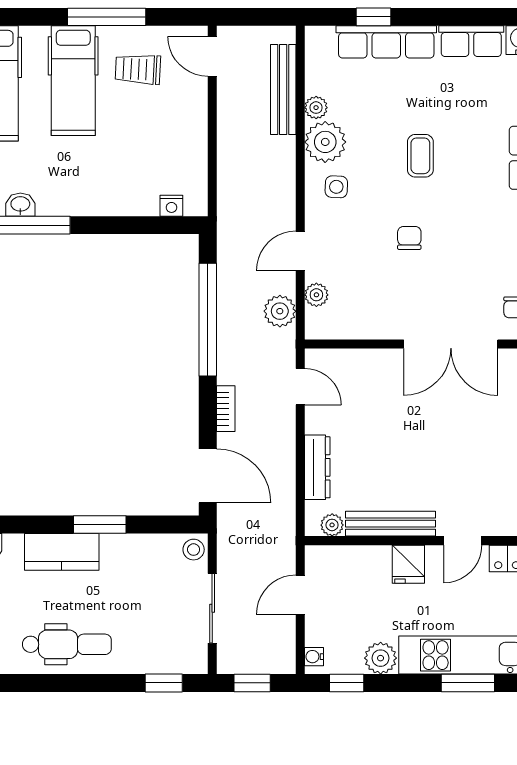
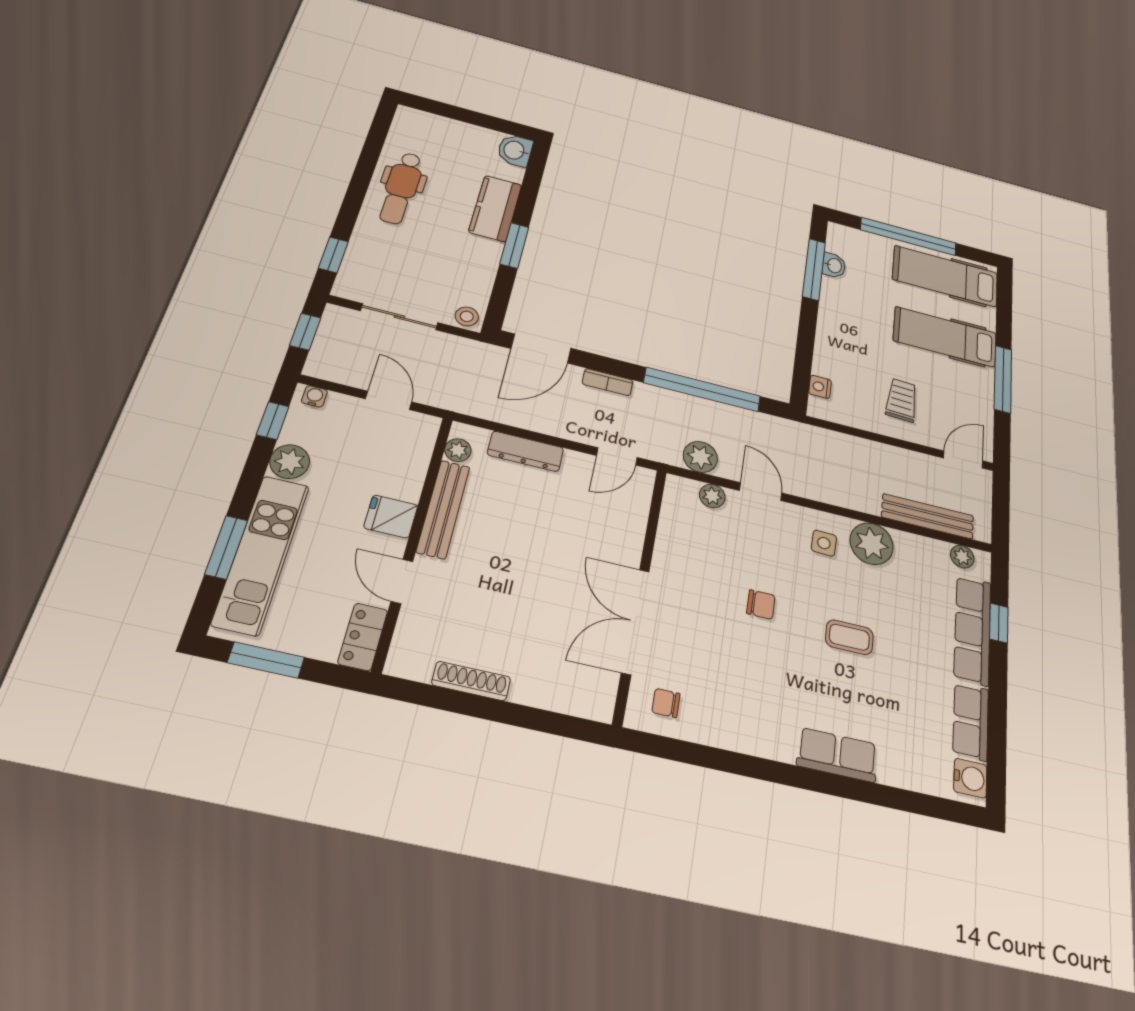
trolley: (138, 69) -> (902, 400), moved
plant: (316, 108) -> (962, 557), moved

